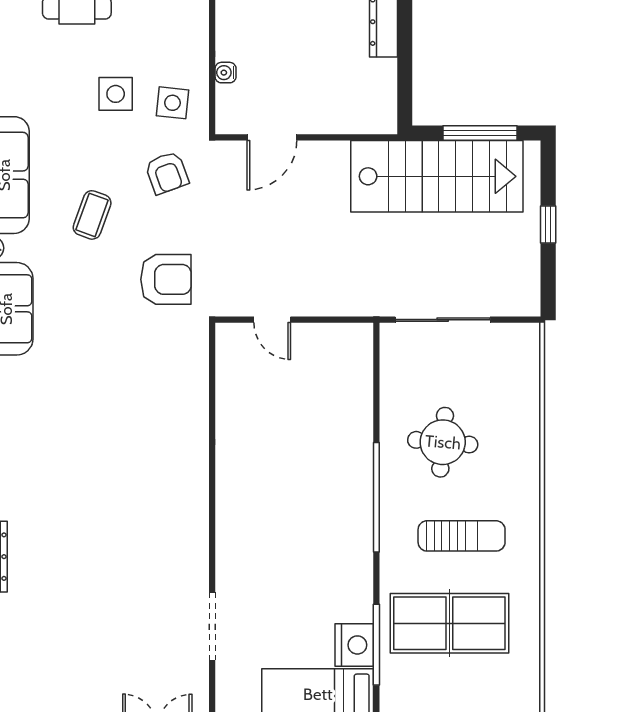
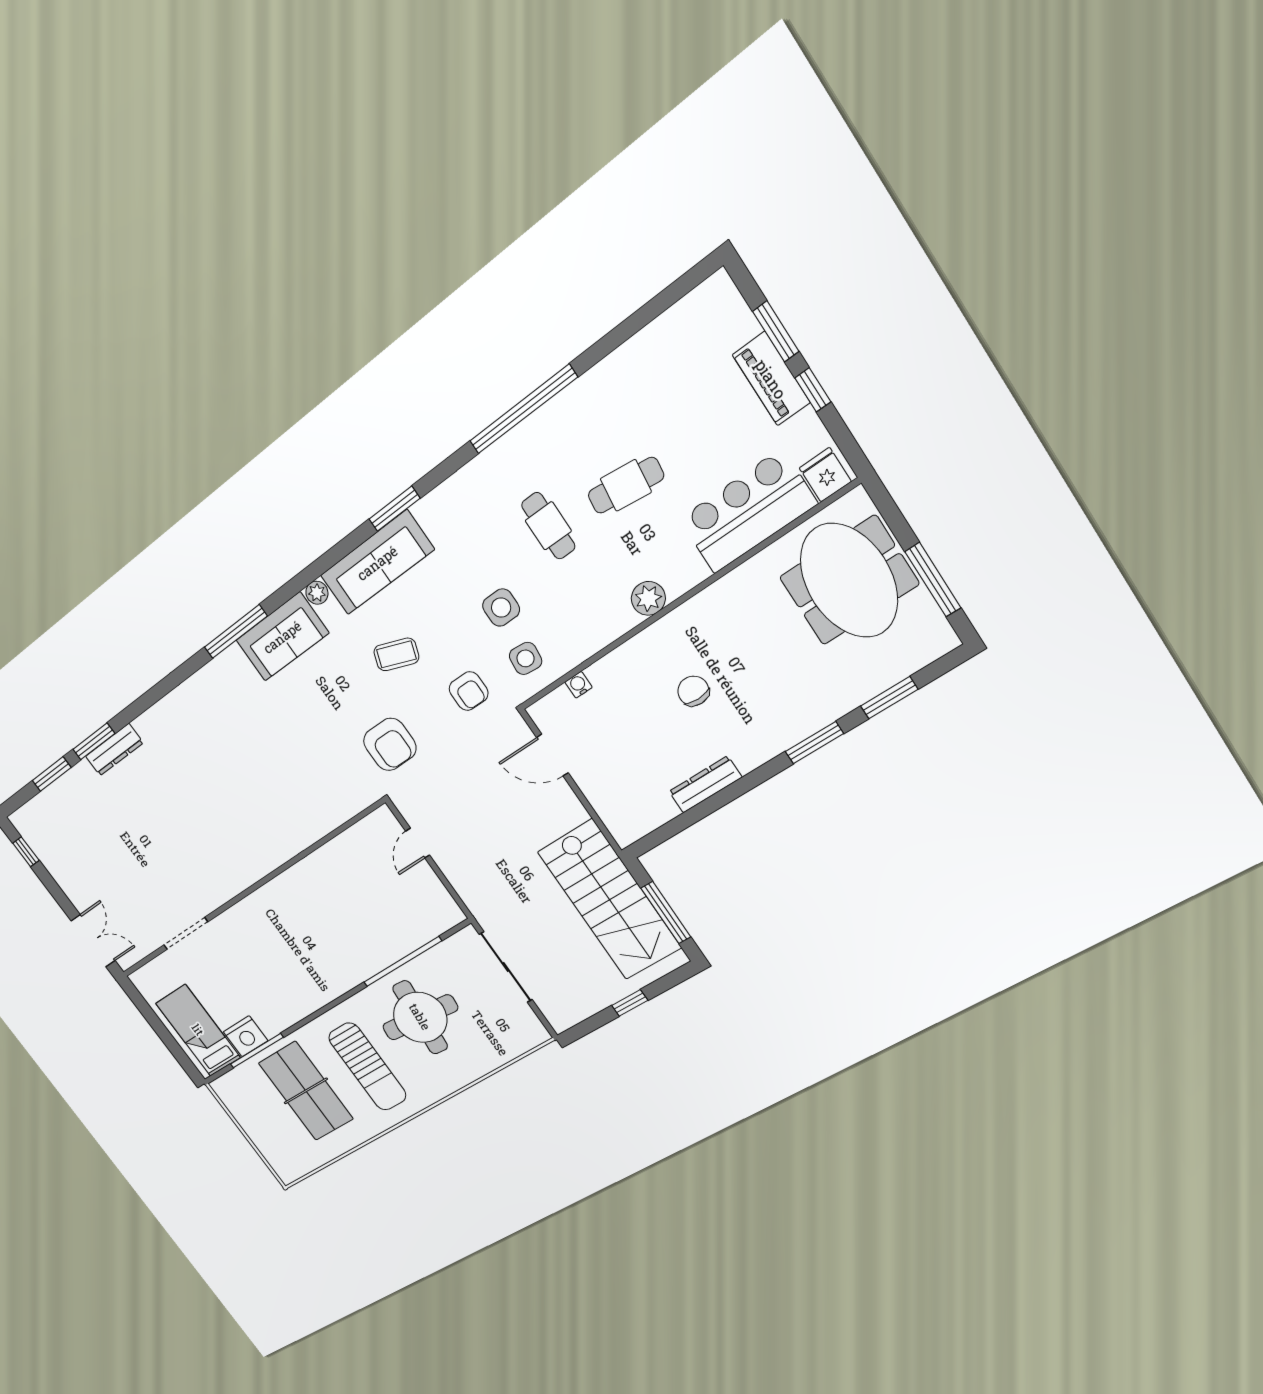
armchair: (167, 173) -> (469, 691), turned -70
round table: (443, 442) -> (420, 1017), width x1.36, depth x1.36
window: (376, 497) -> (403, 962), moved
sun lounger: (462, 536) -> (367, 1067), width x1.36, depth x1.34

